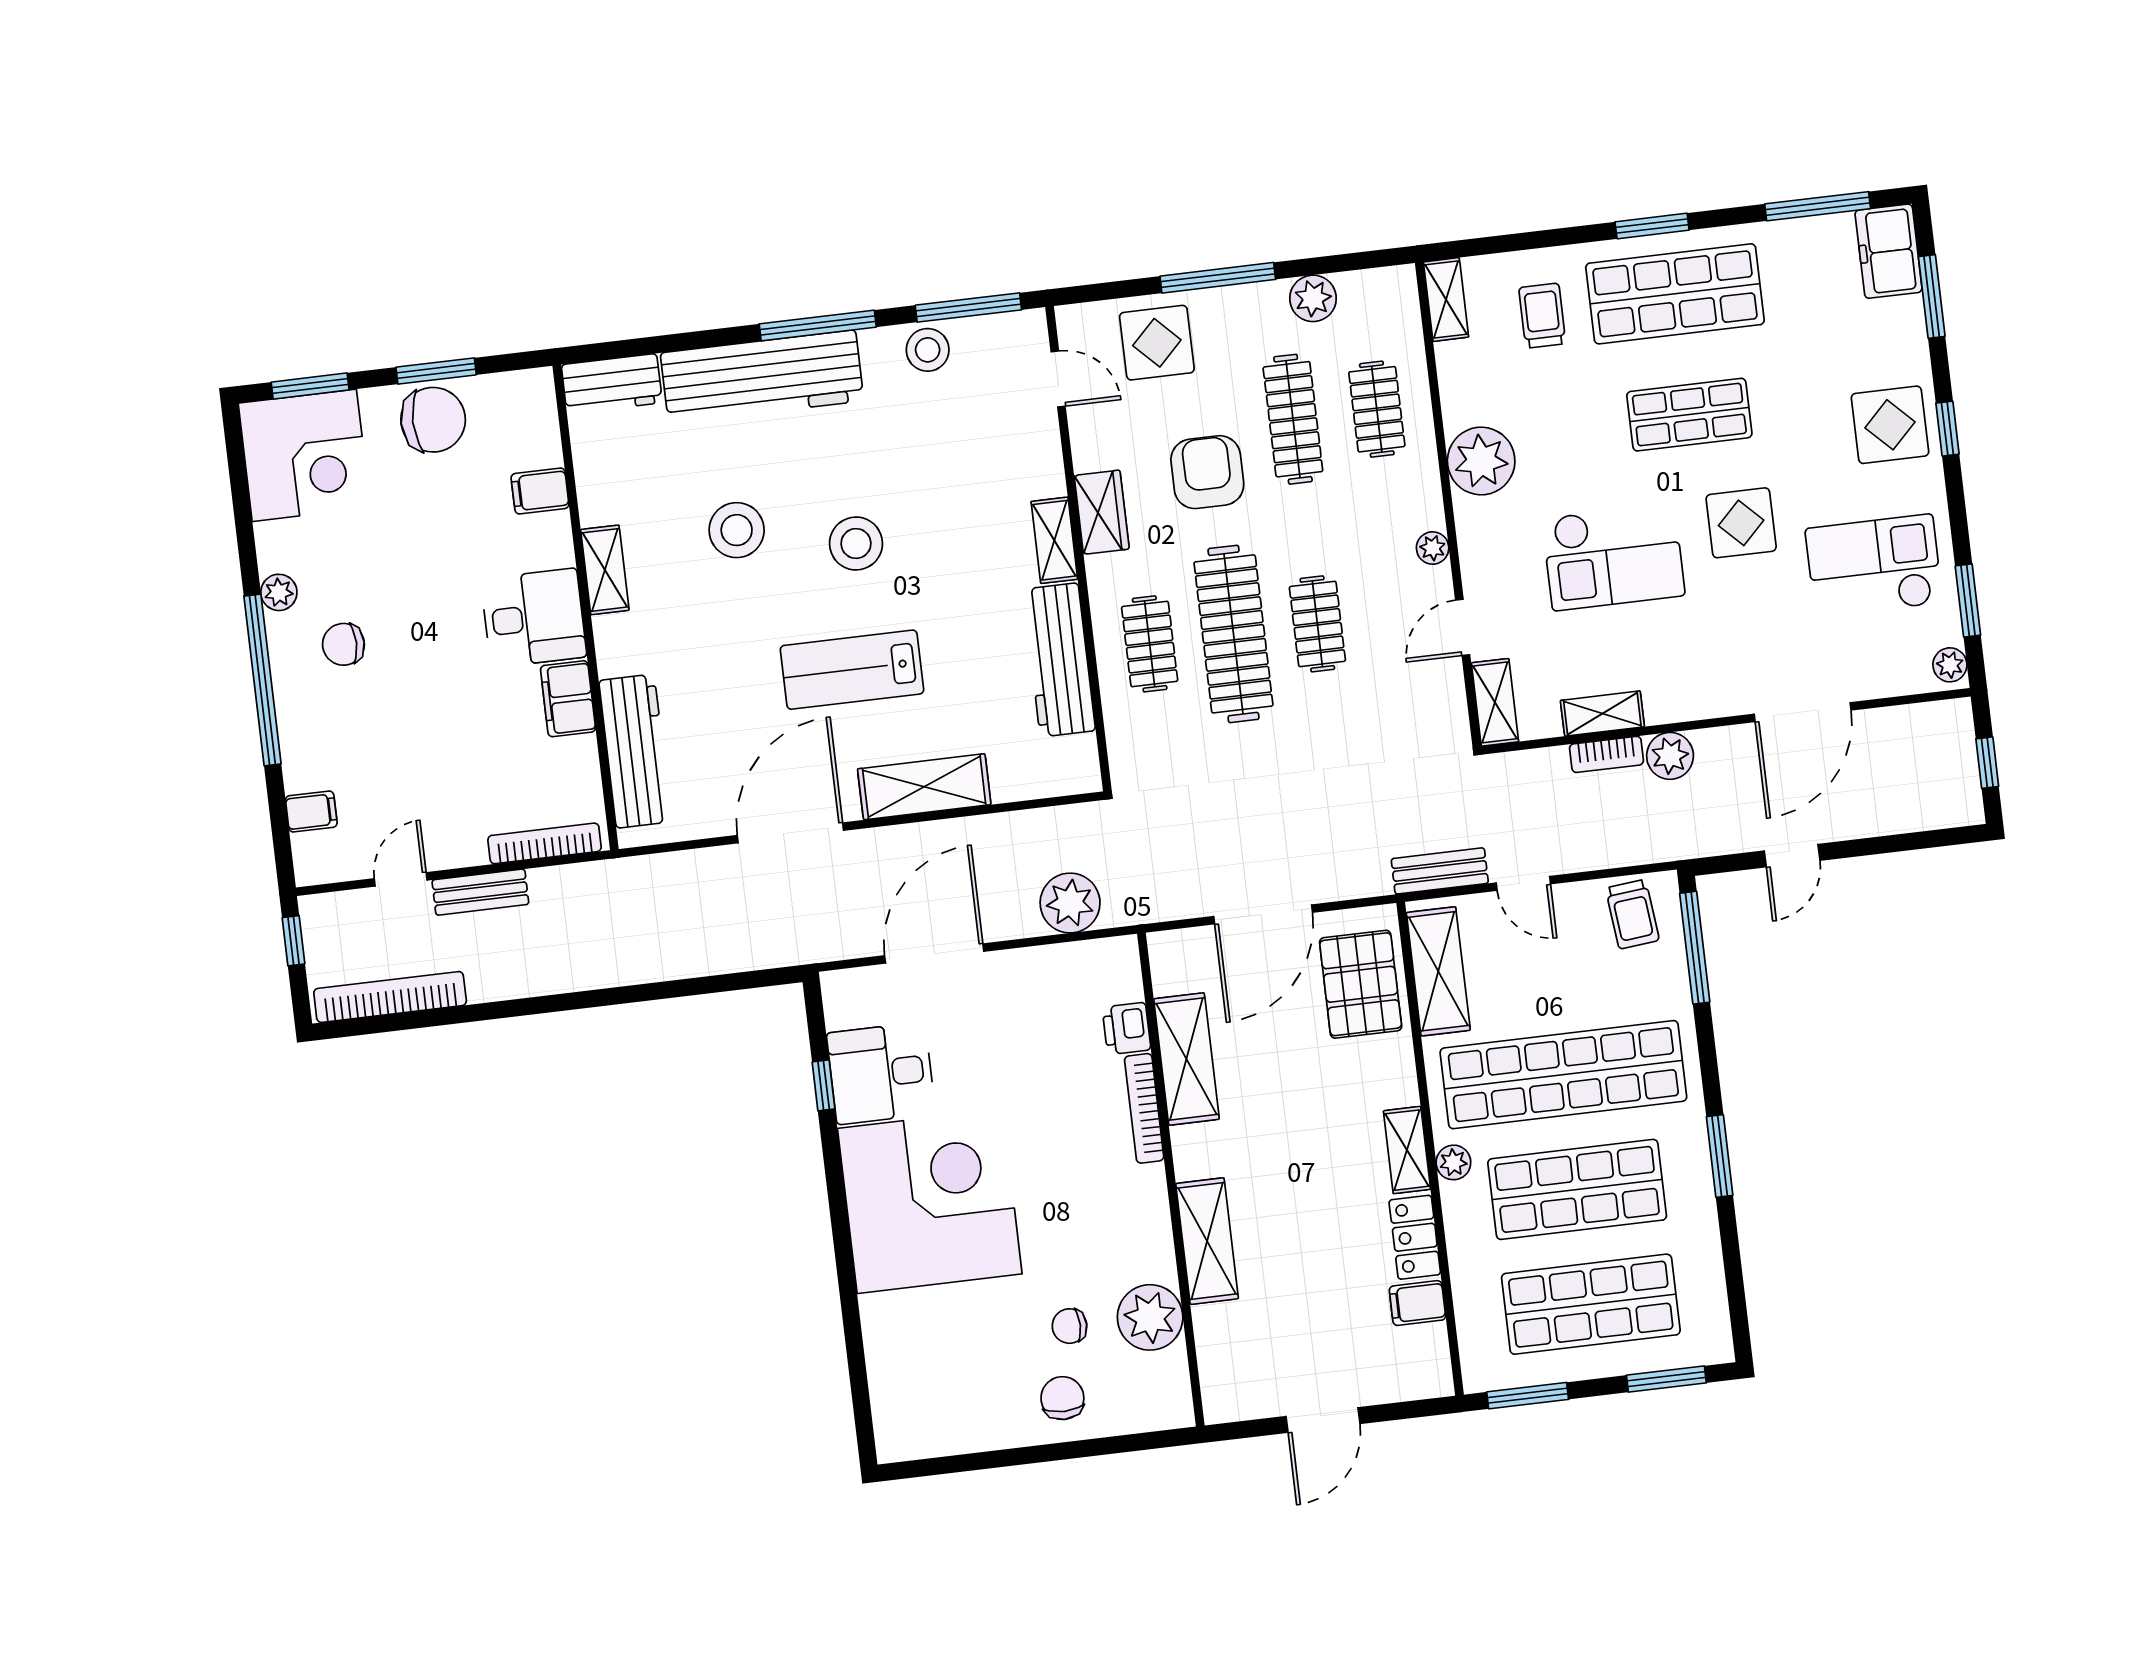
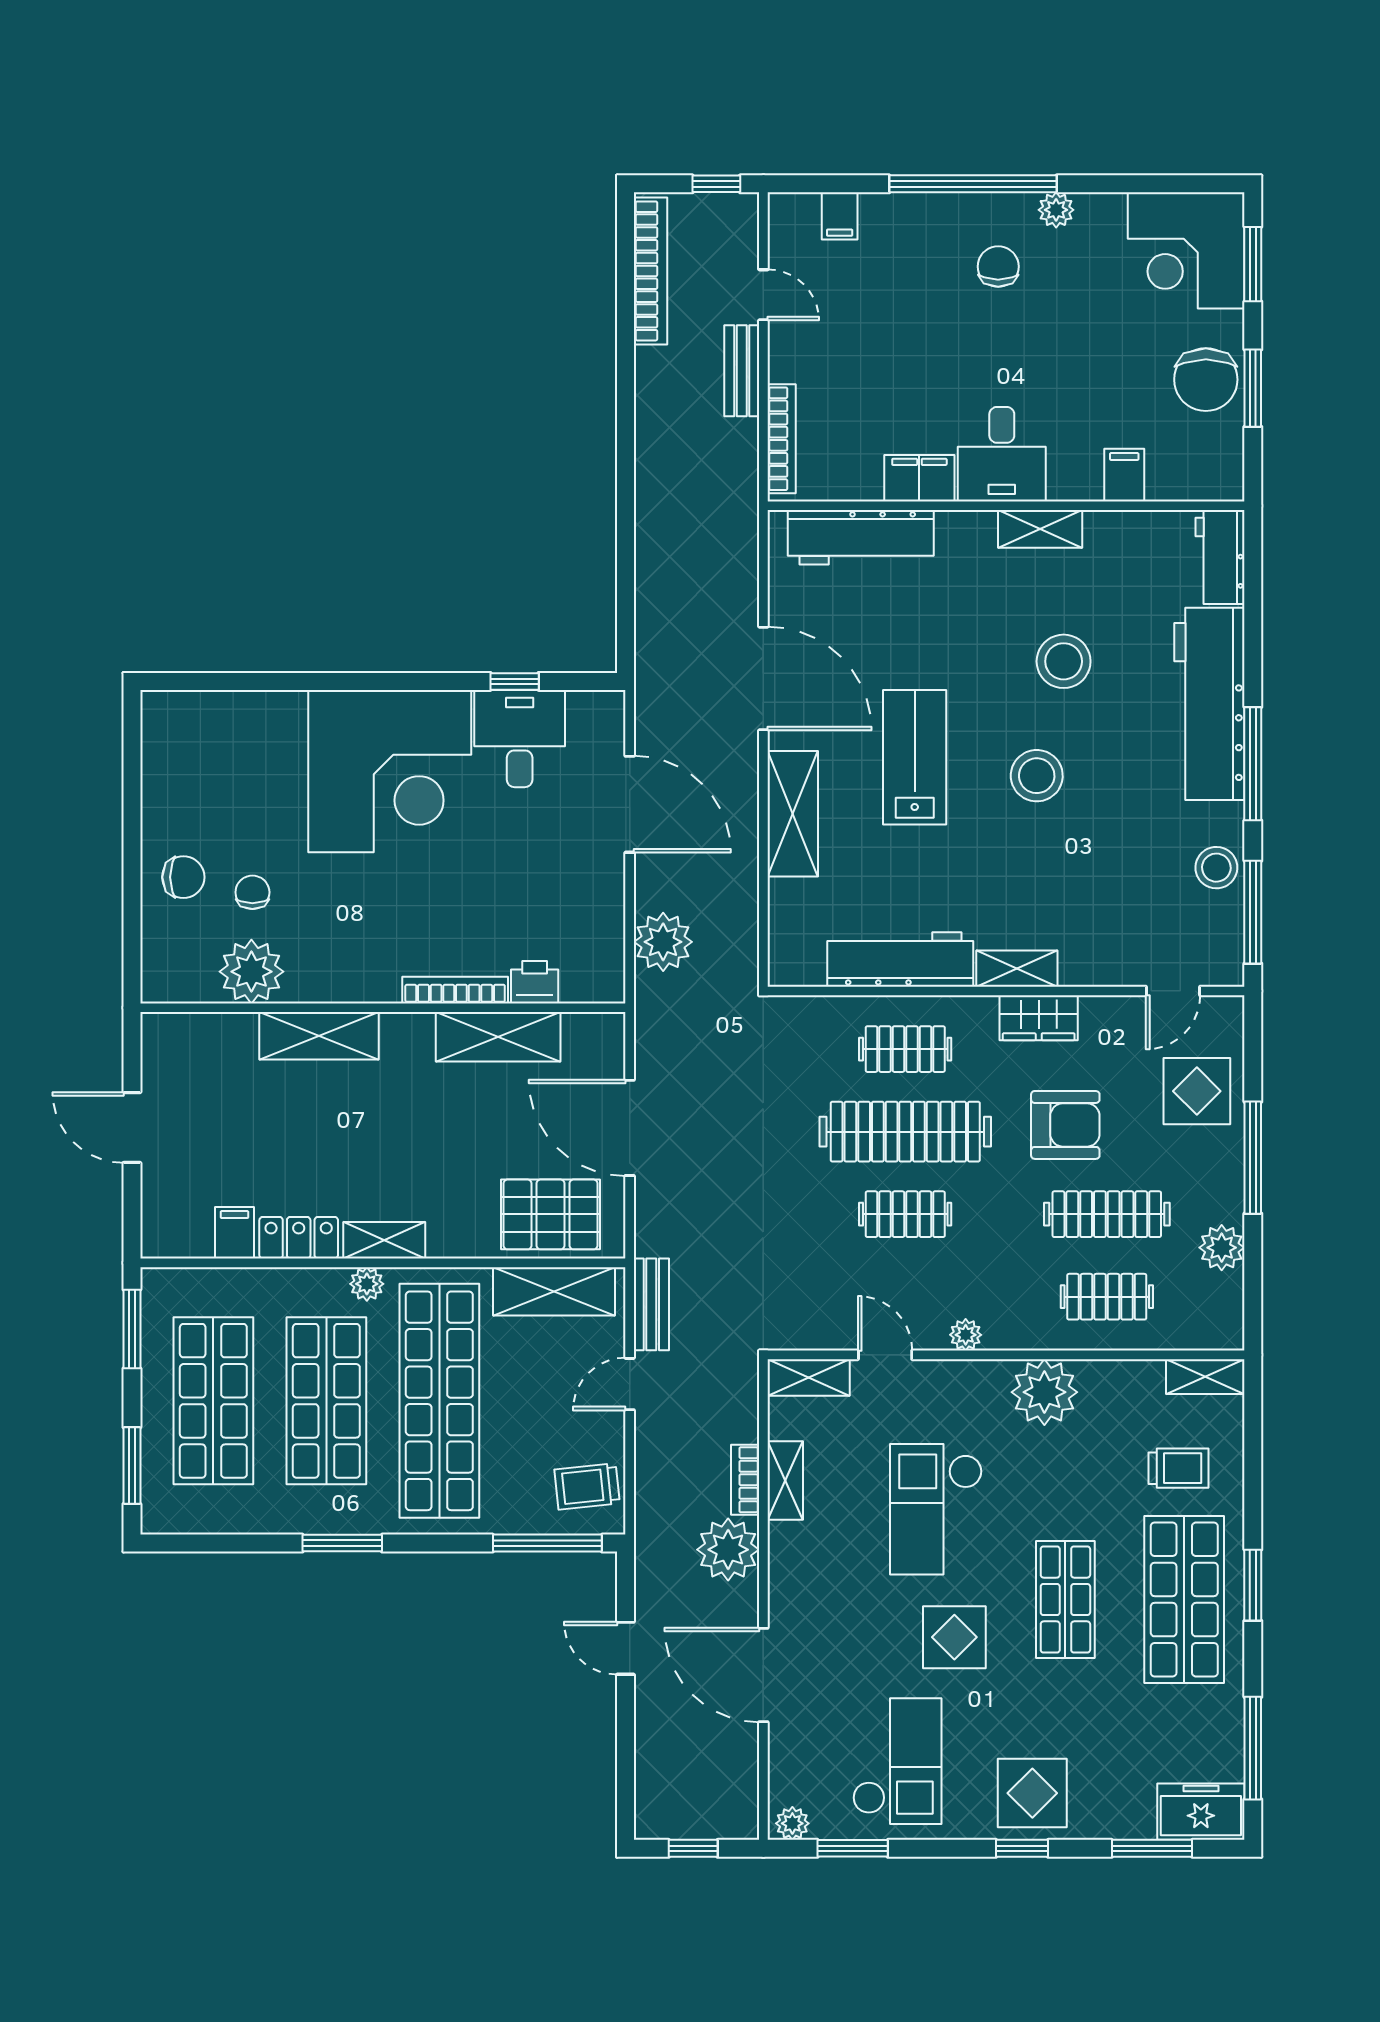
plant: (1670, 756) -> (728, 1550), width x1.36, depth x1.36

